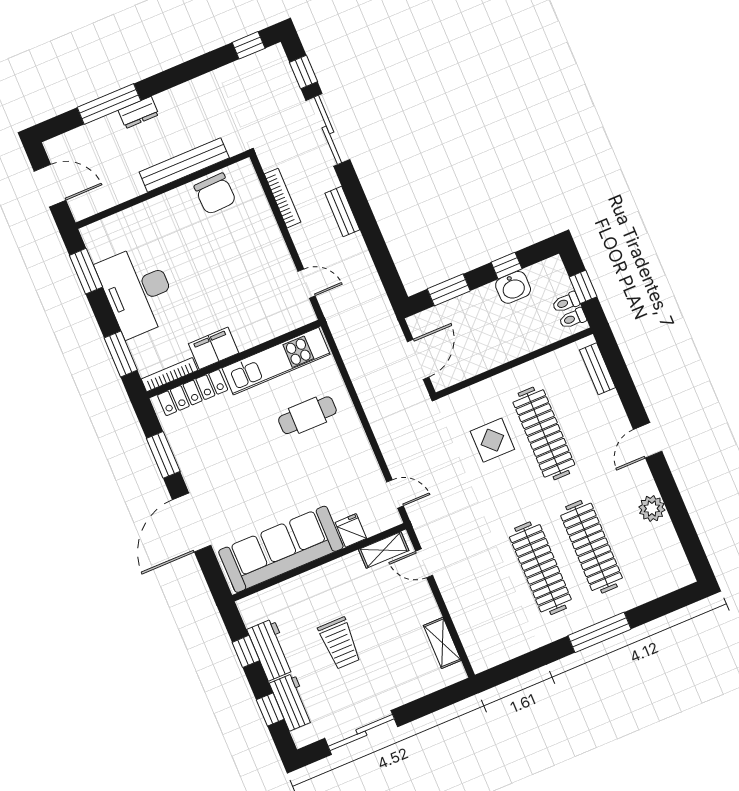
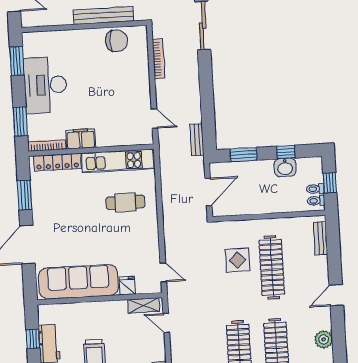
chair: (215, 194) -> (117, 41), turned -88
bench: (342, 211) -> (197, 140), moved

